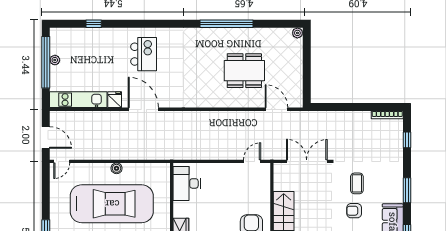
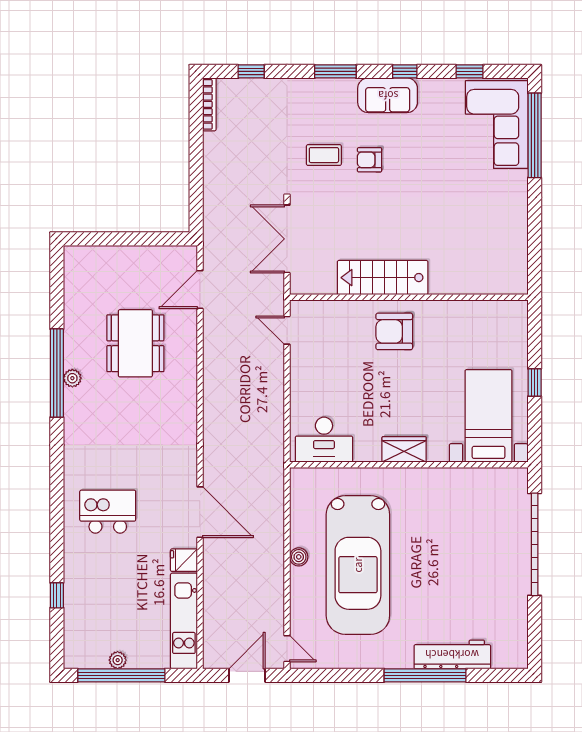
plant: (297, 33) -> (72, 378), moved
door: (143, 109) -> (200, 512), swing flipped
car: (112, 204) -> (358, 565), turned 180
armchair: (354, 211) -> (370, 160), turned 90

